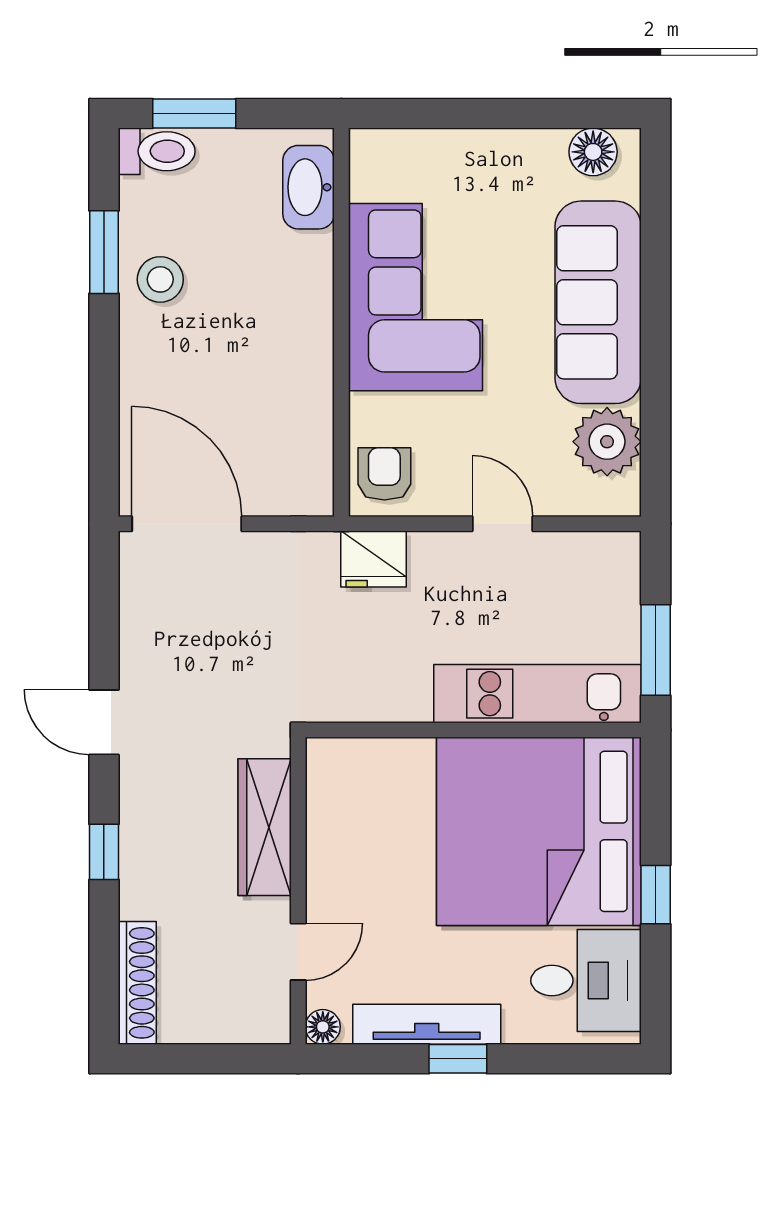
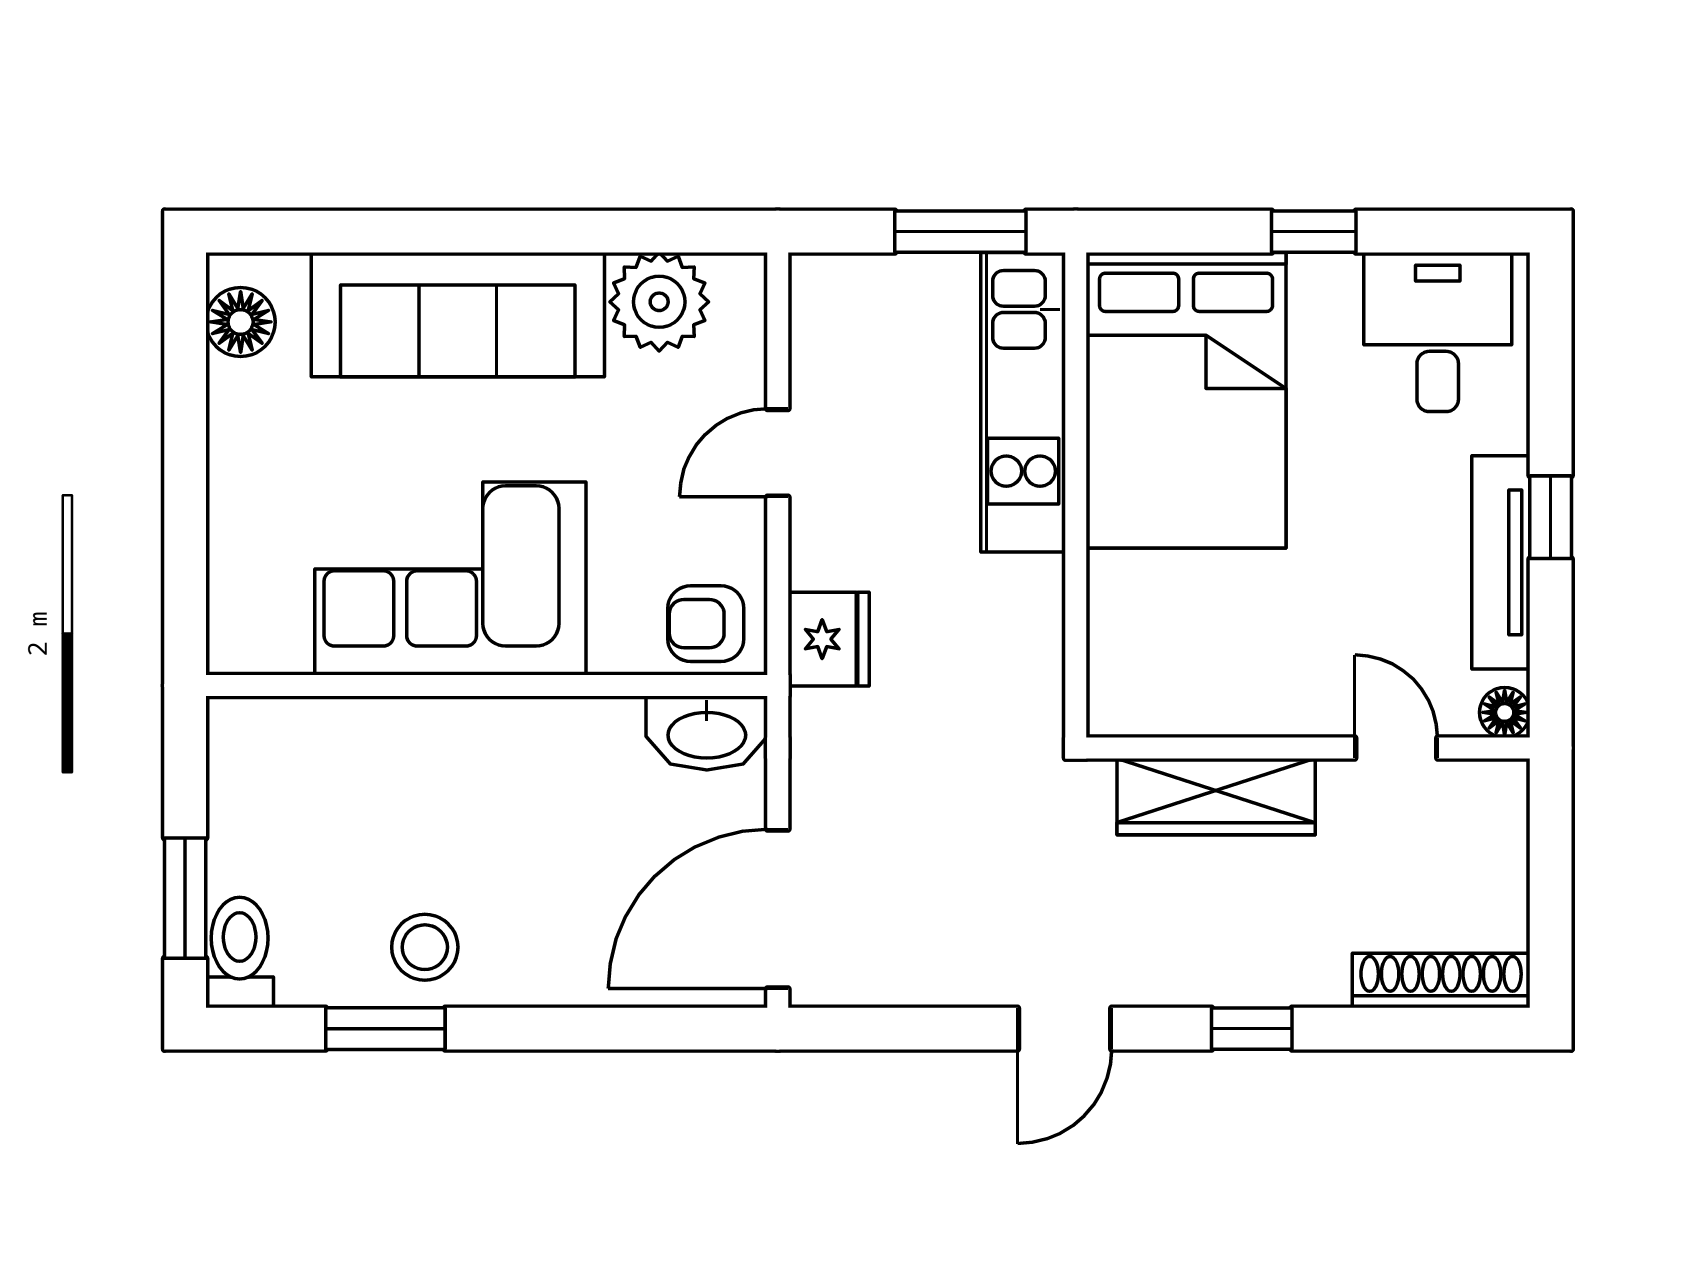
washbasin: (309, 187) -> (707, 733), moved
bed: (539, 831) -> (1186, 400), width x0.73

